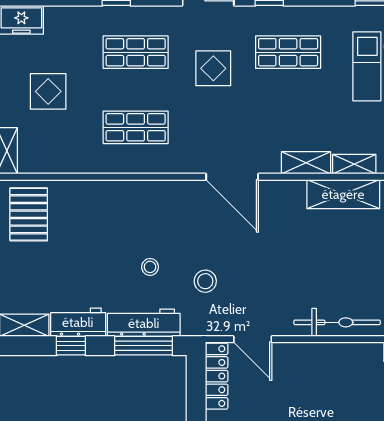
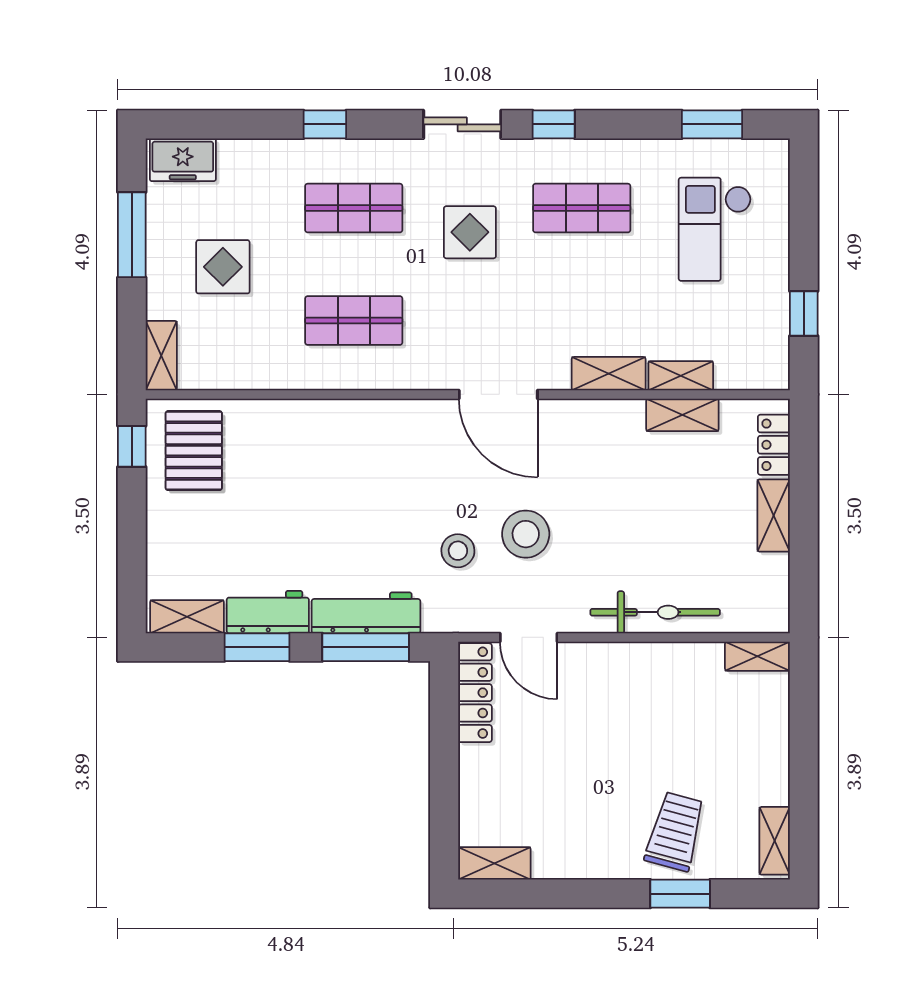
shelving: (343, 194) -> (682, 415), width x0.67, depth x0.75
stool: (150, 267) -> (526, 534), moved, width x1.89, depth x1.89
window: (71, 346) -> (257, 647), width x1.50

